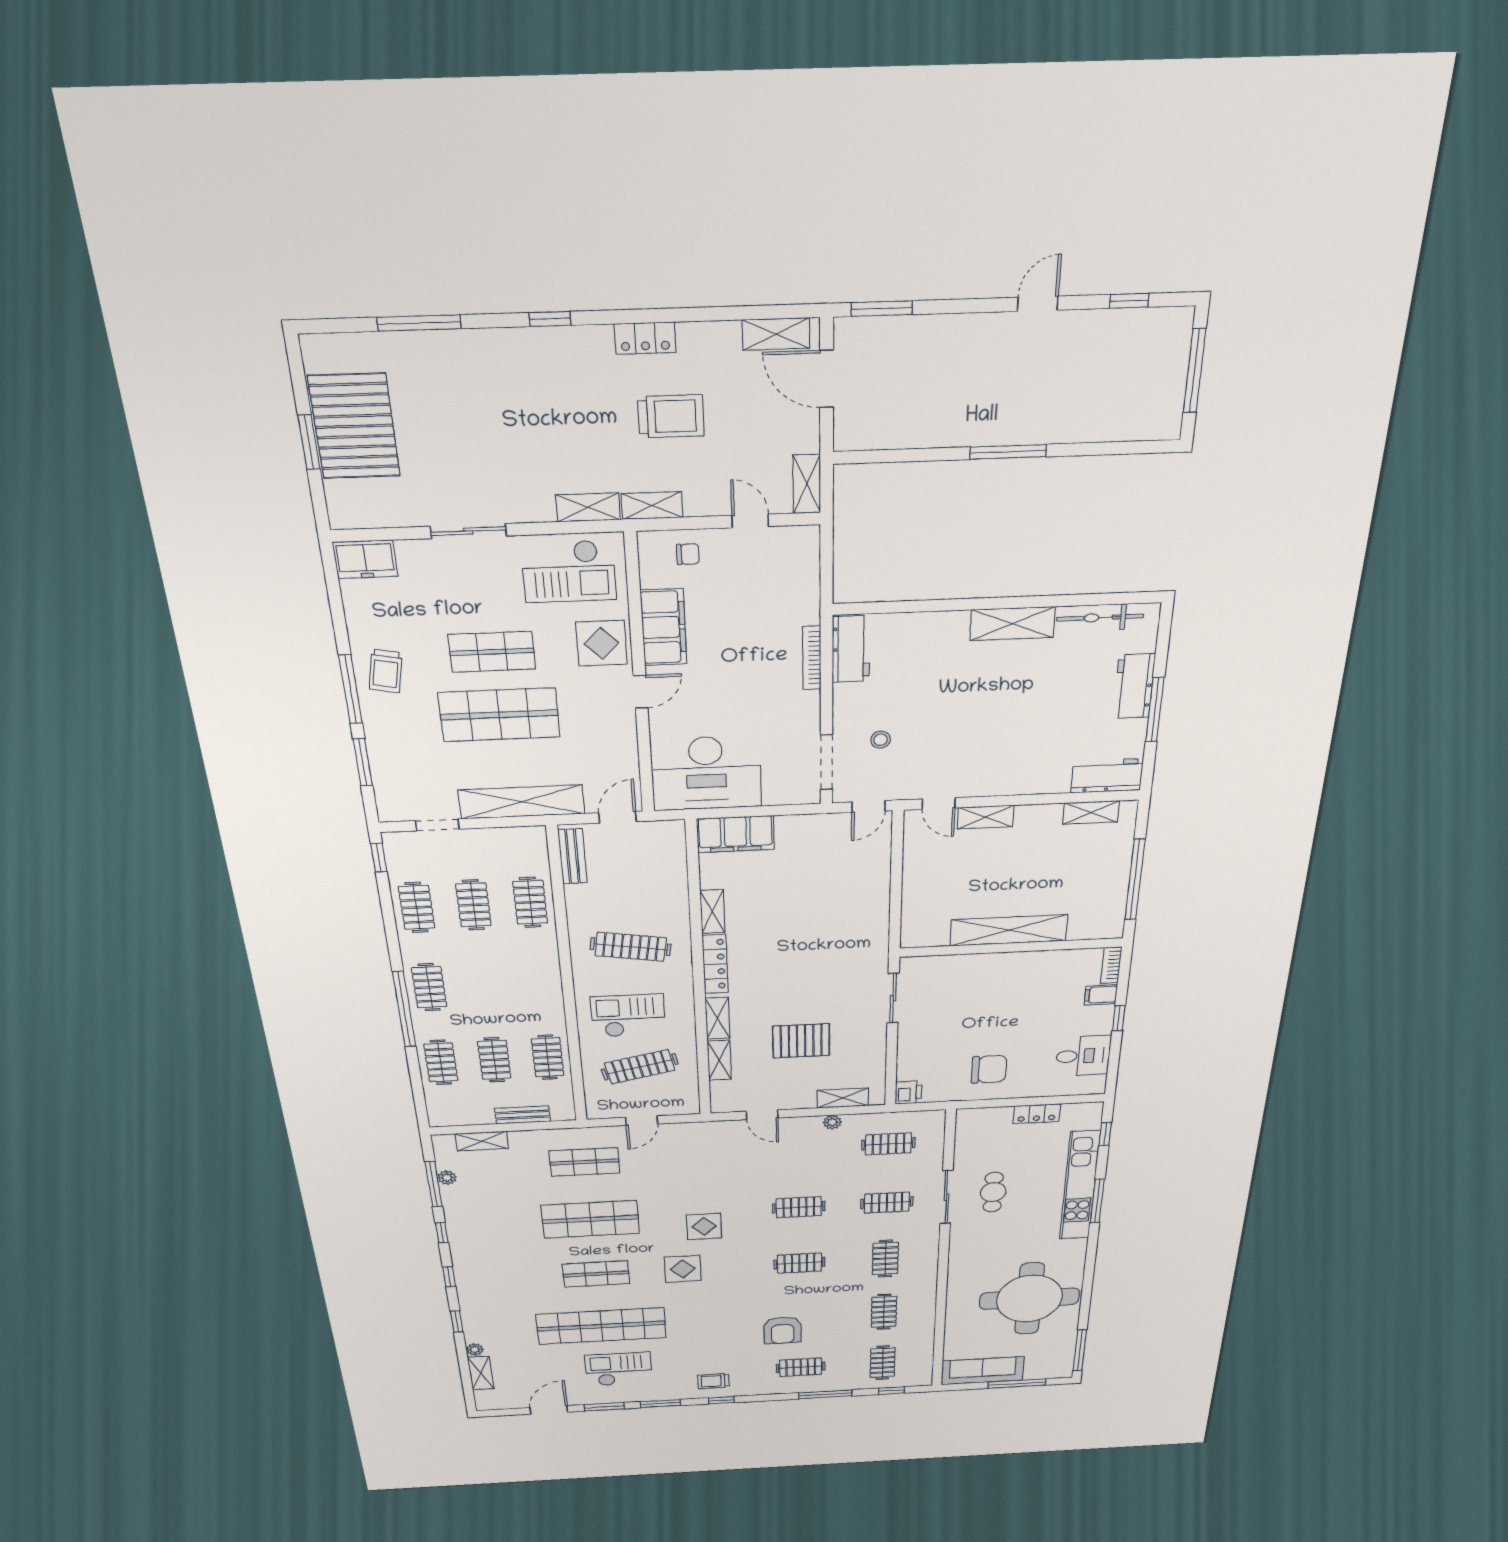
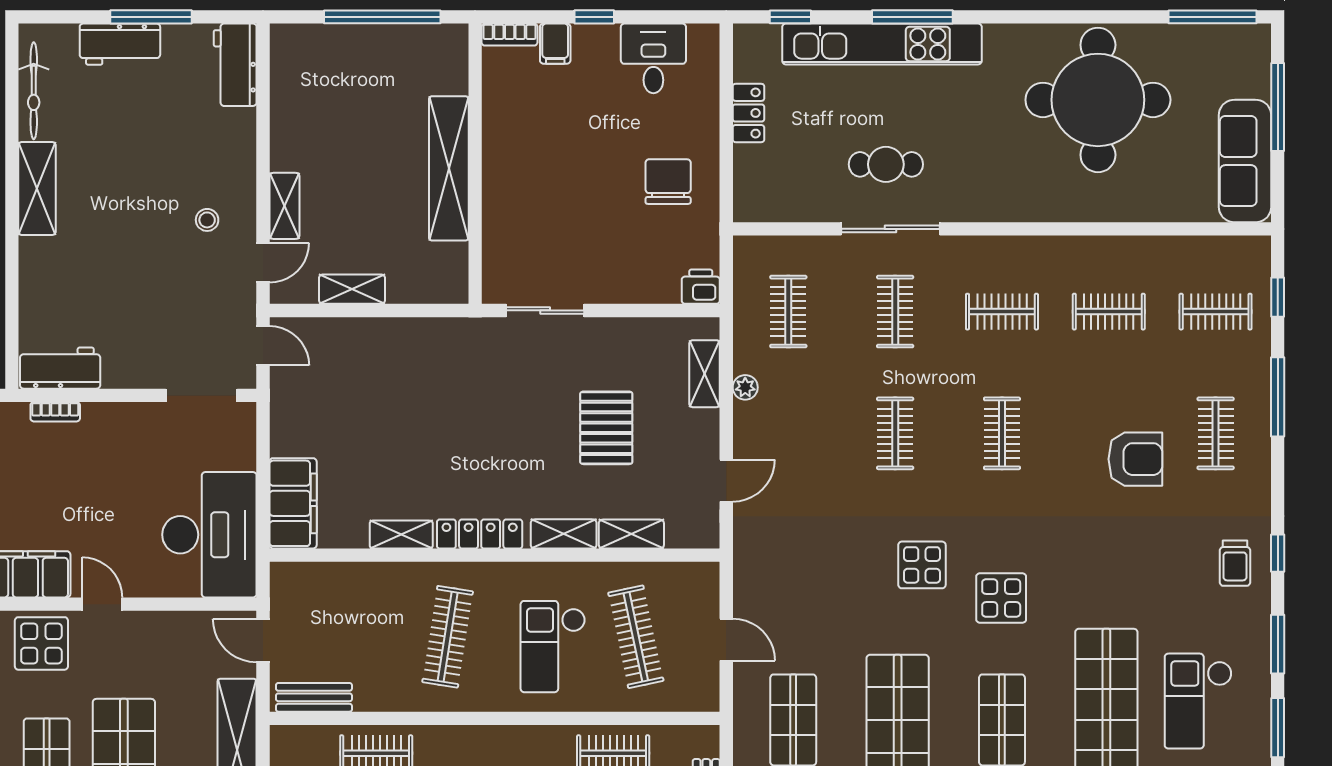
bookcase: (812, 658) -> (55, 412), width x0.64
stool: (881, 740) -> (207, 220), moved
shelving: (1091, 813) -> (352, 289), moved, turned 90

